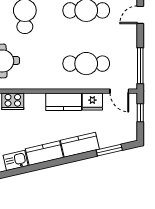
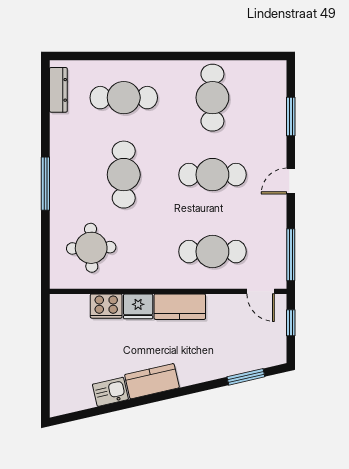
fridge: (92, 101) -> (138, 306), moved
kitchen counter: (80, 145) -> (203, 369), removed

